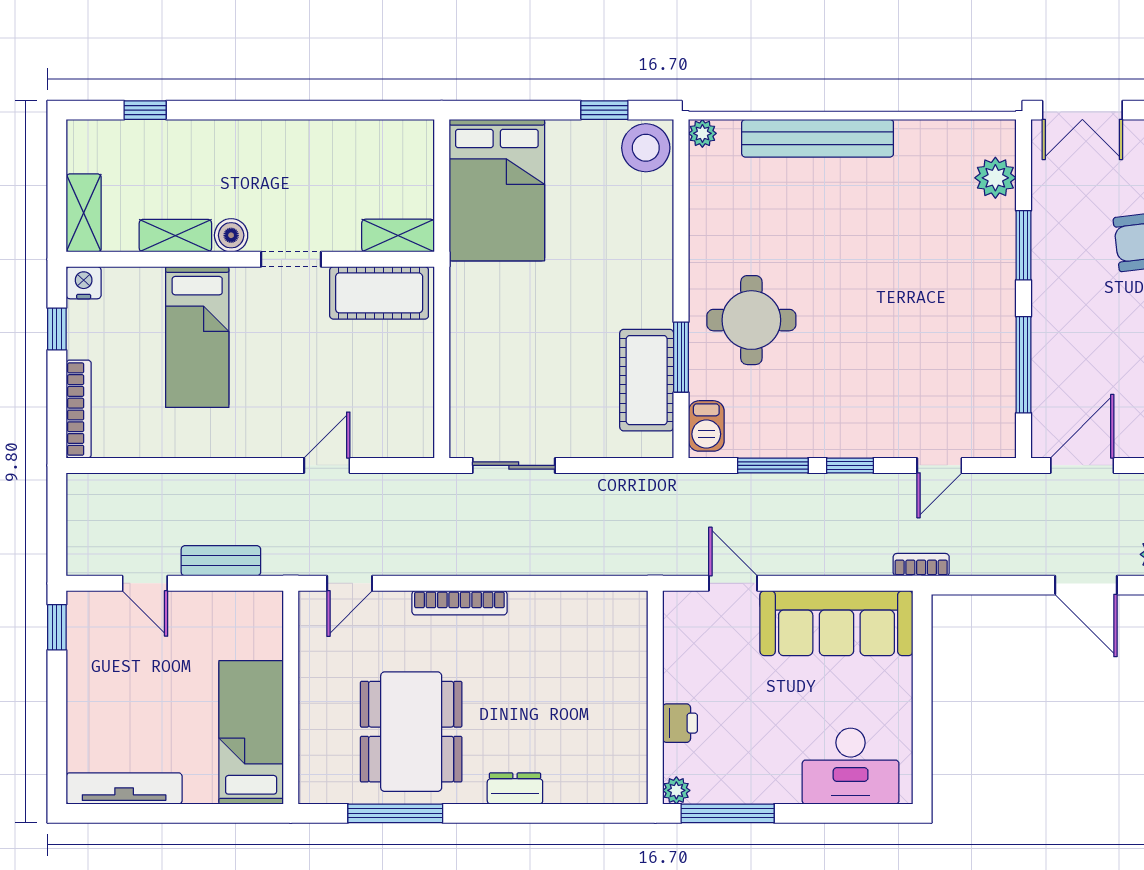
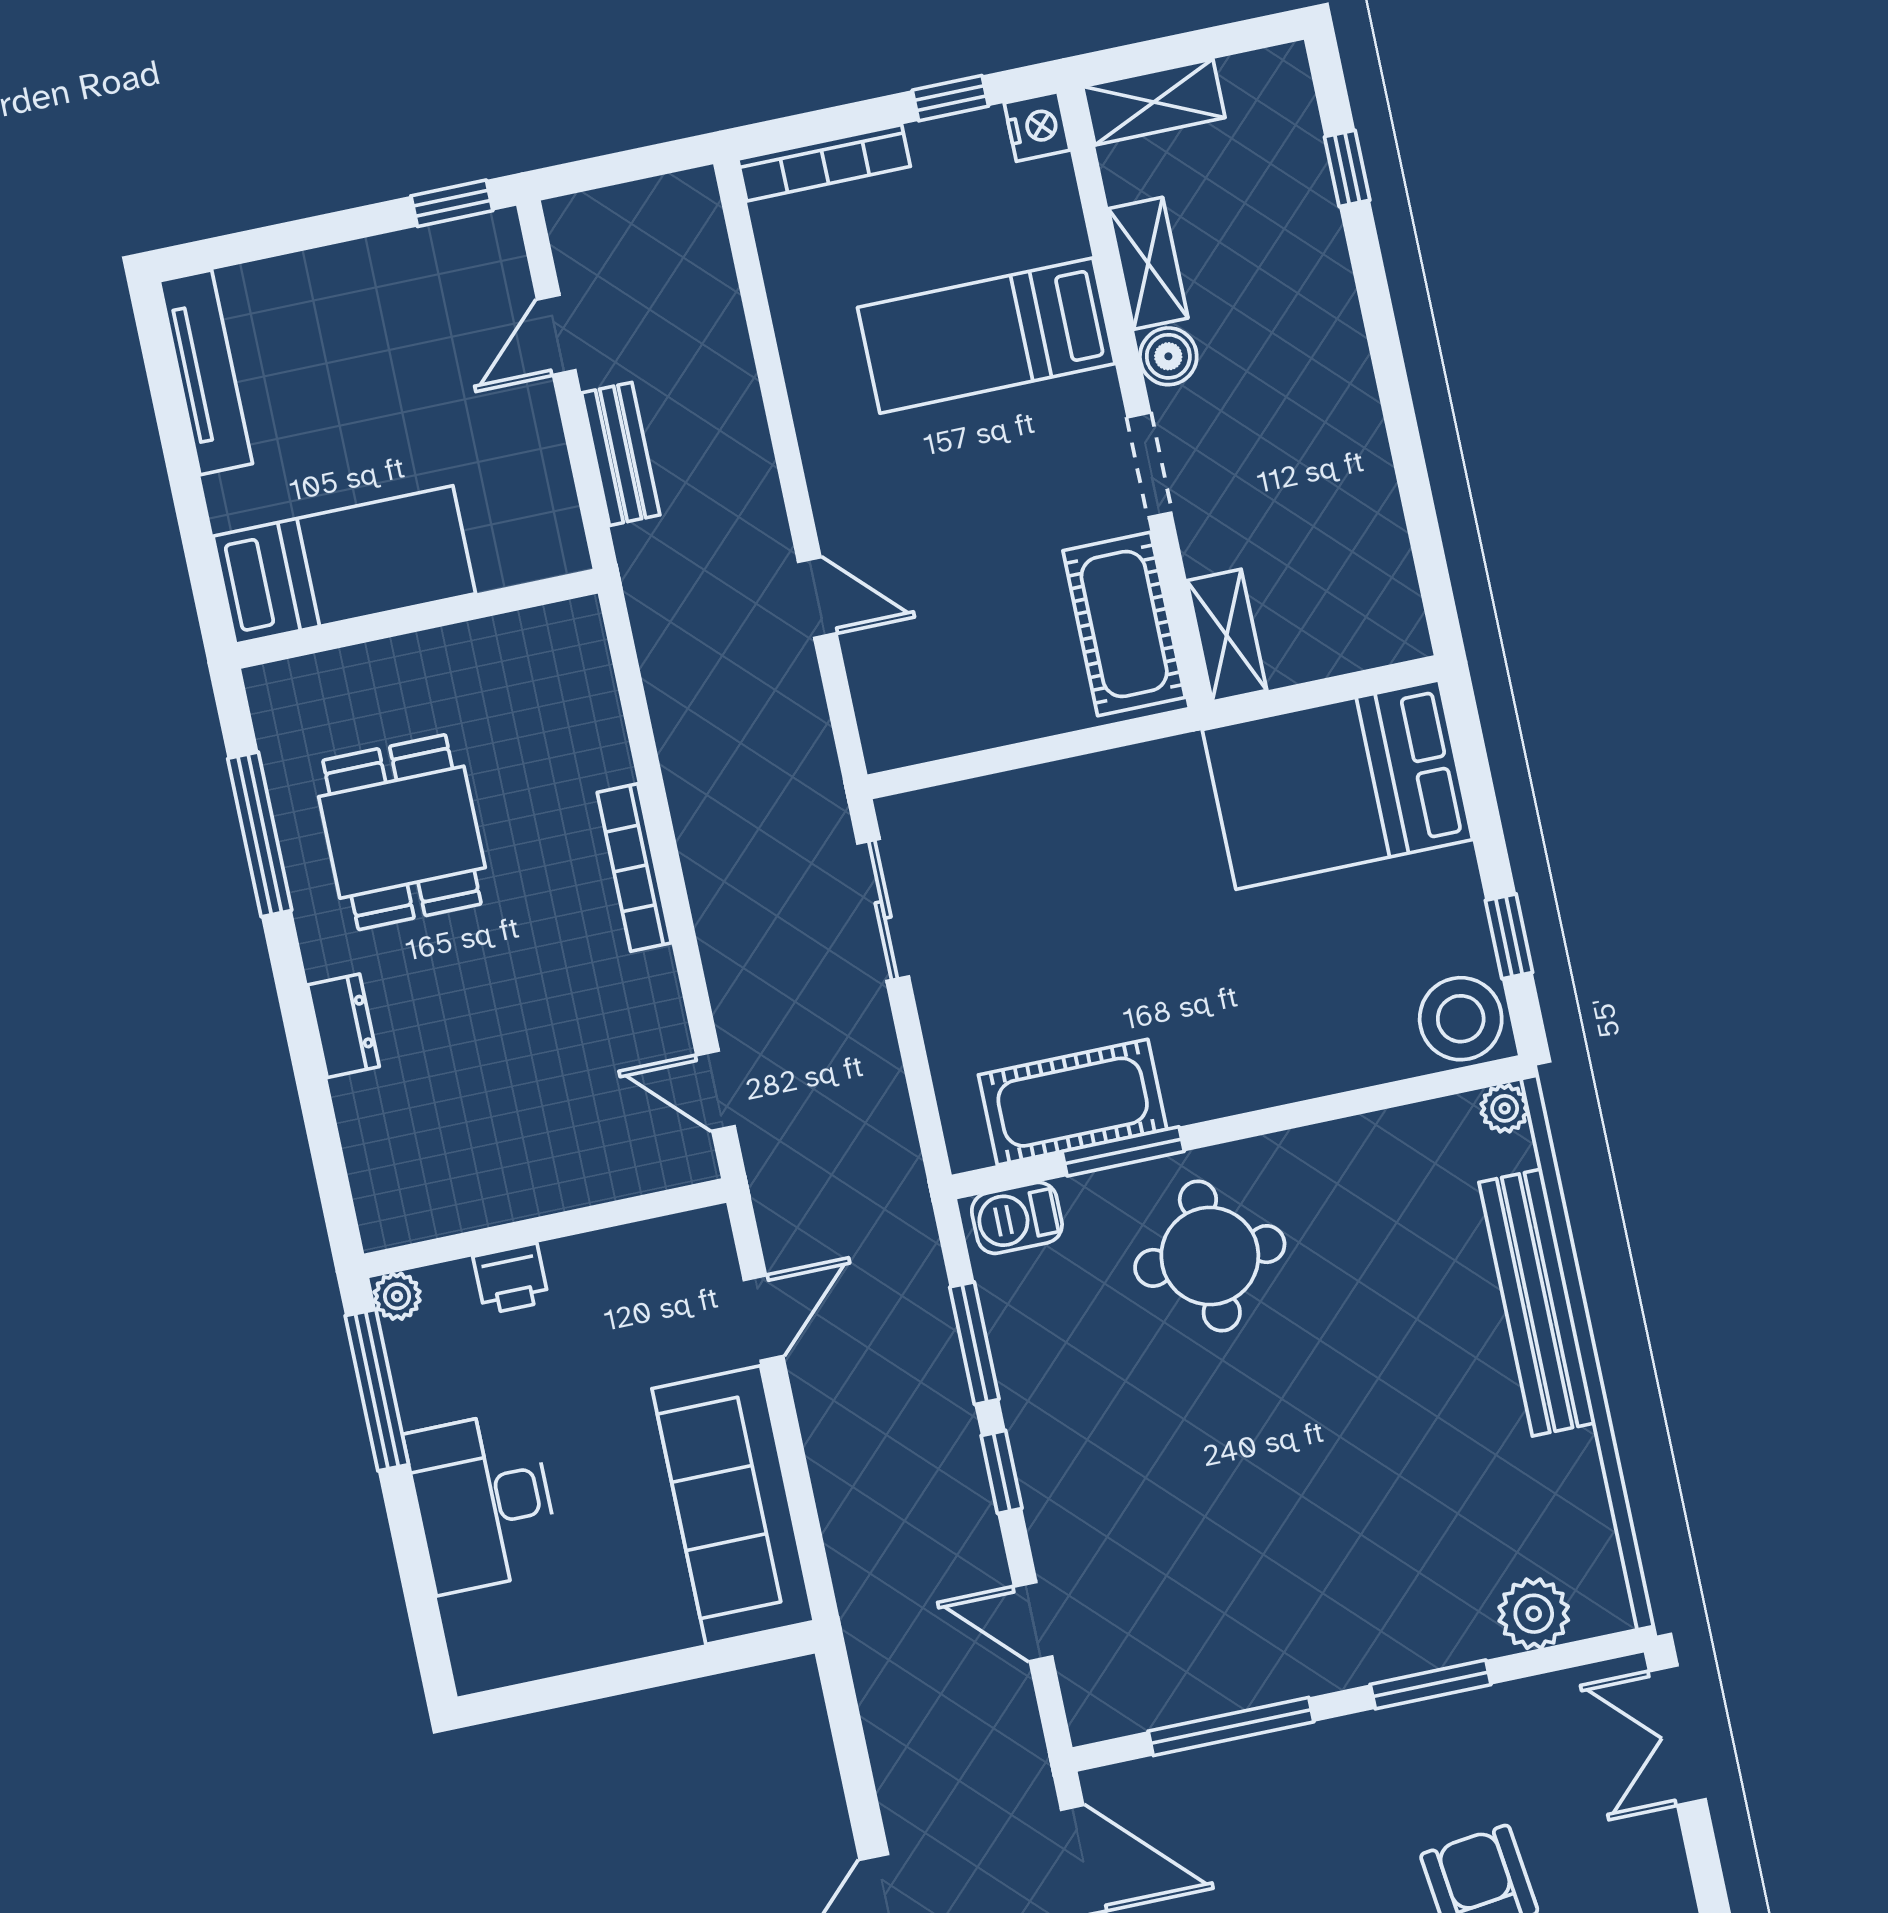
bookcase: (921, 565) -> (861, 1626), removed
door: (350, 583) -> (716, 1091), moved
dining table: (411, 732) -> (402, 832), width x0.73
desk: (851, 766) -> (483, 1502), moved

